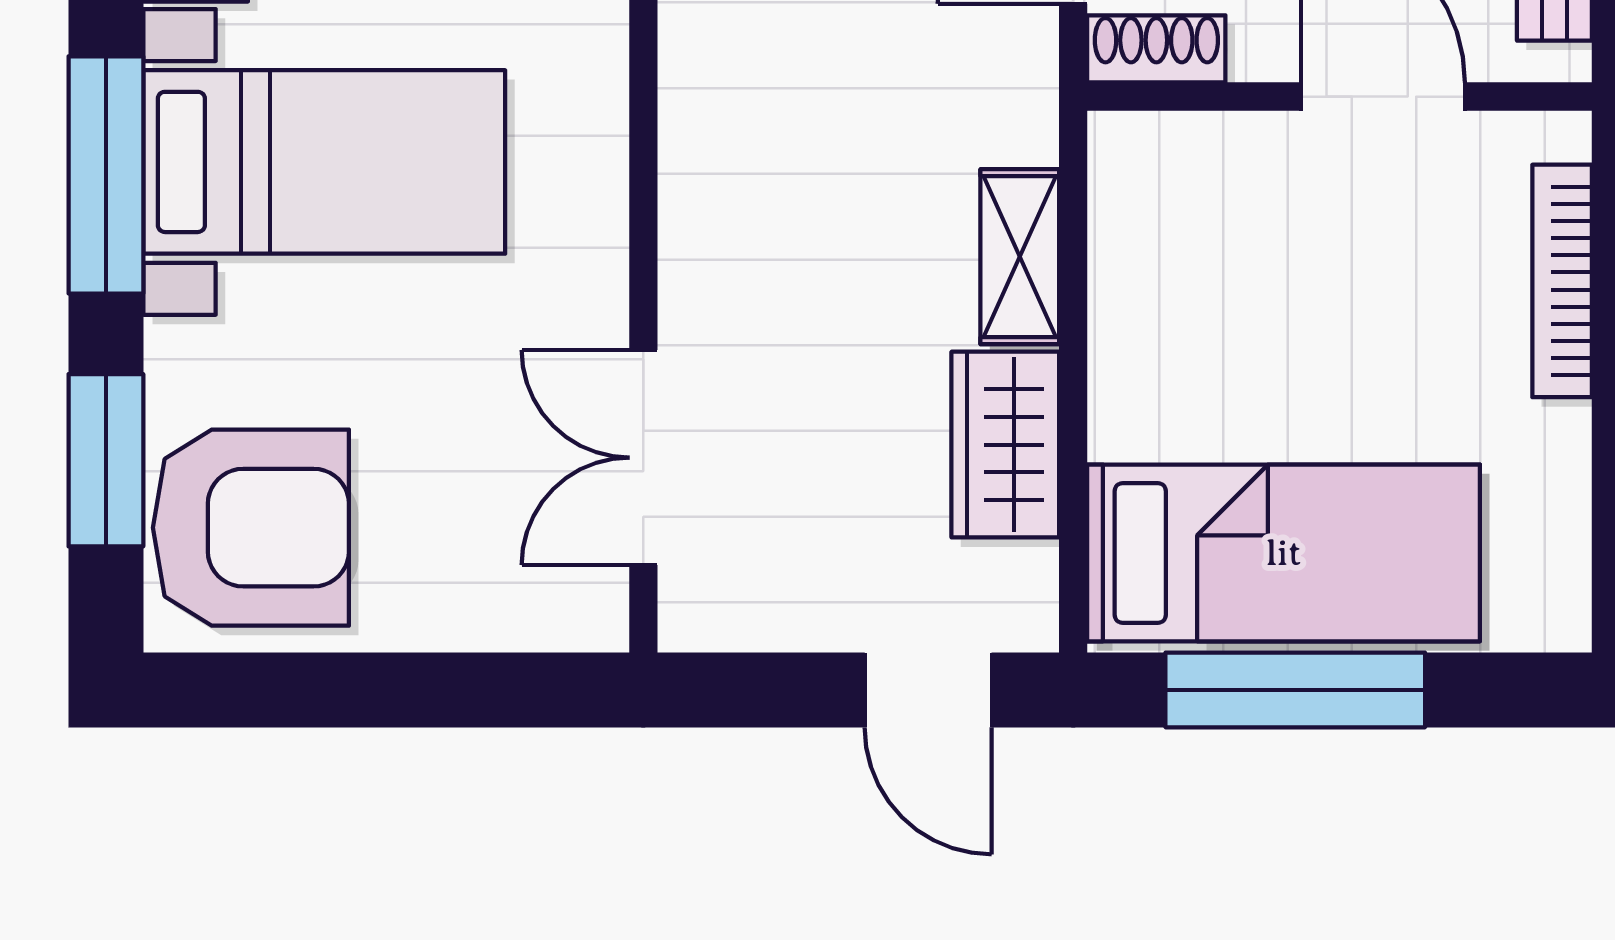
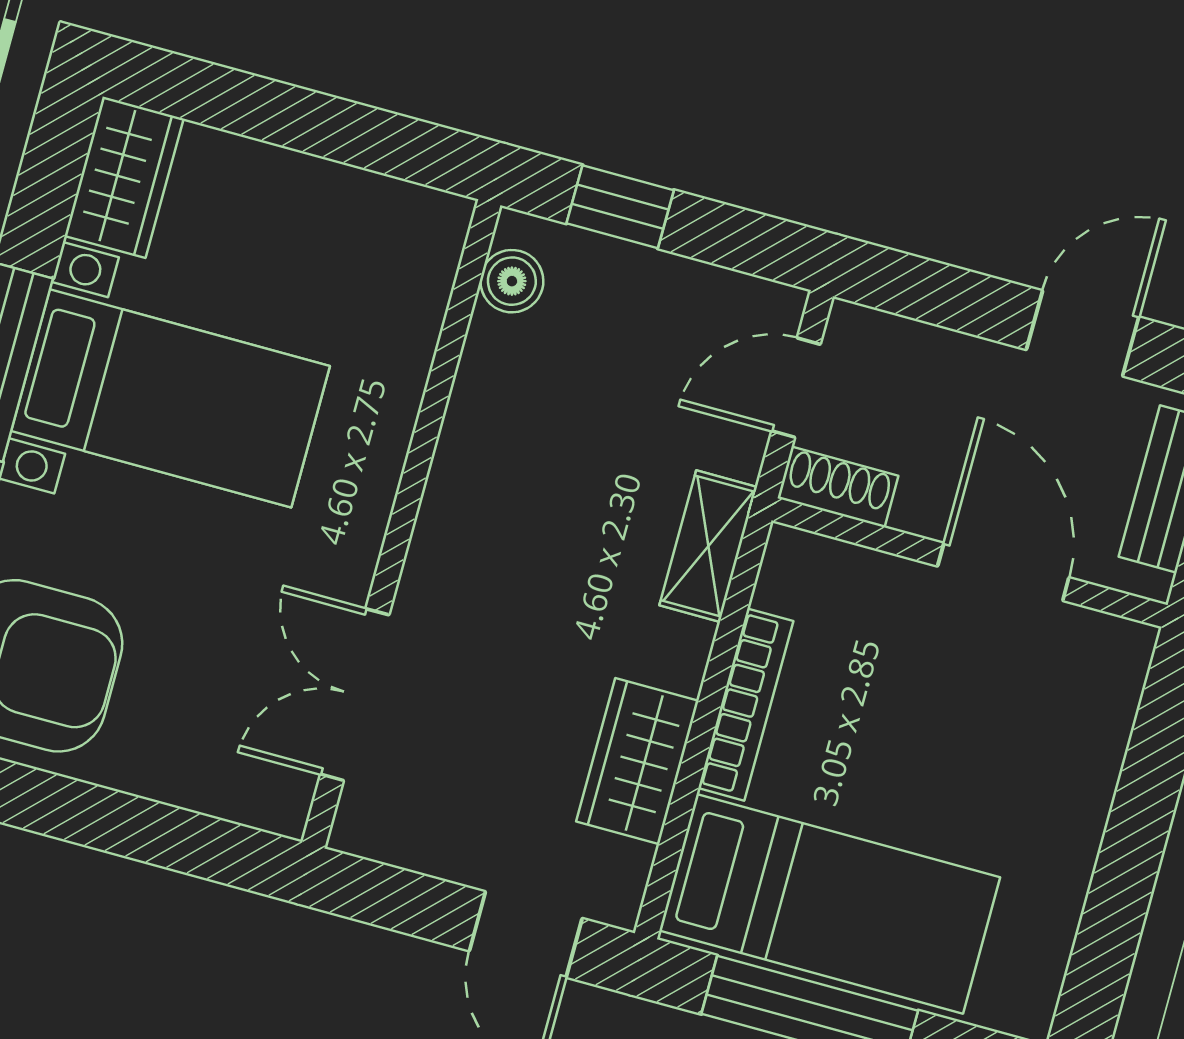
shelving: (1020, 257) -> (708, 546), moved
bookcase: (1562, 281) -> (746, 705), moved, turned 180

